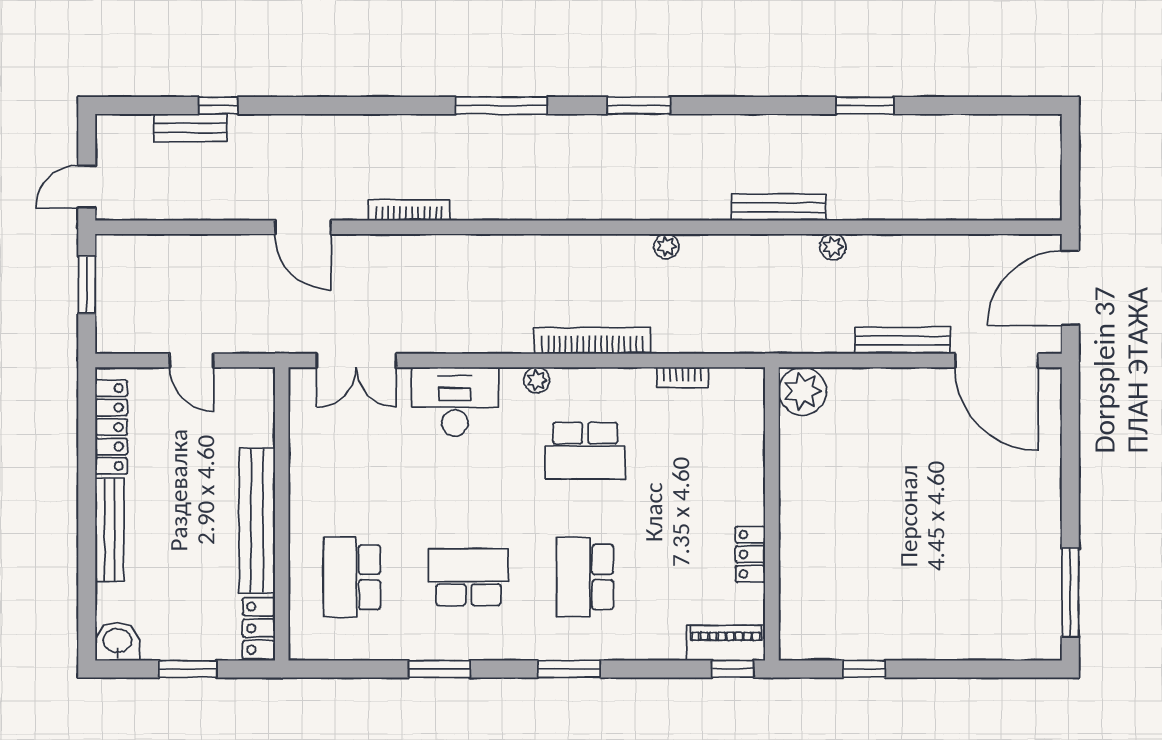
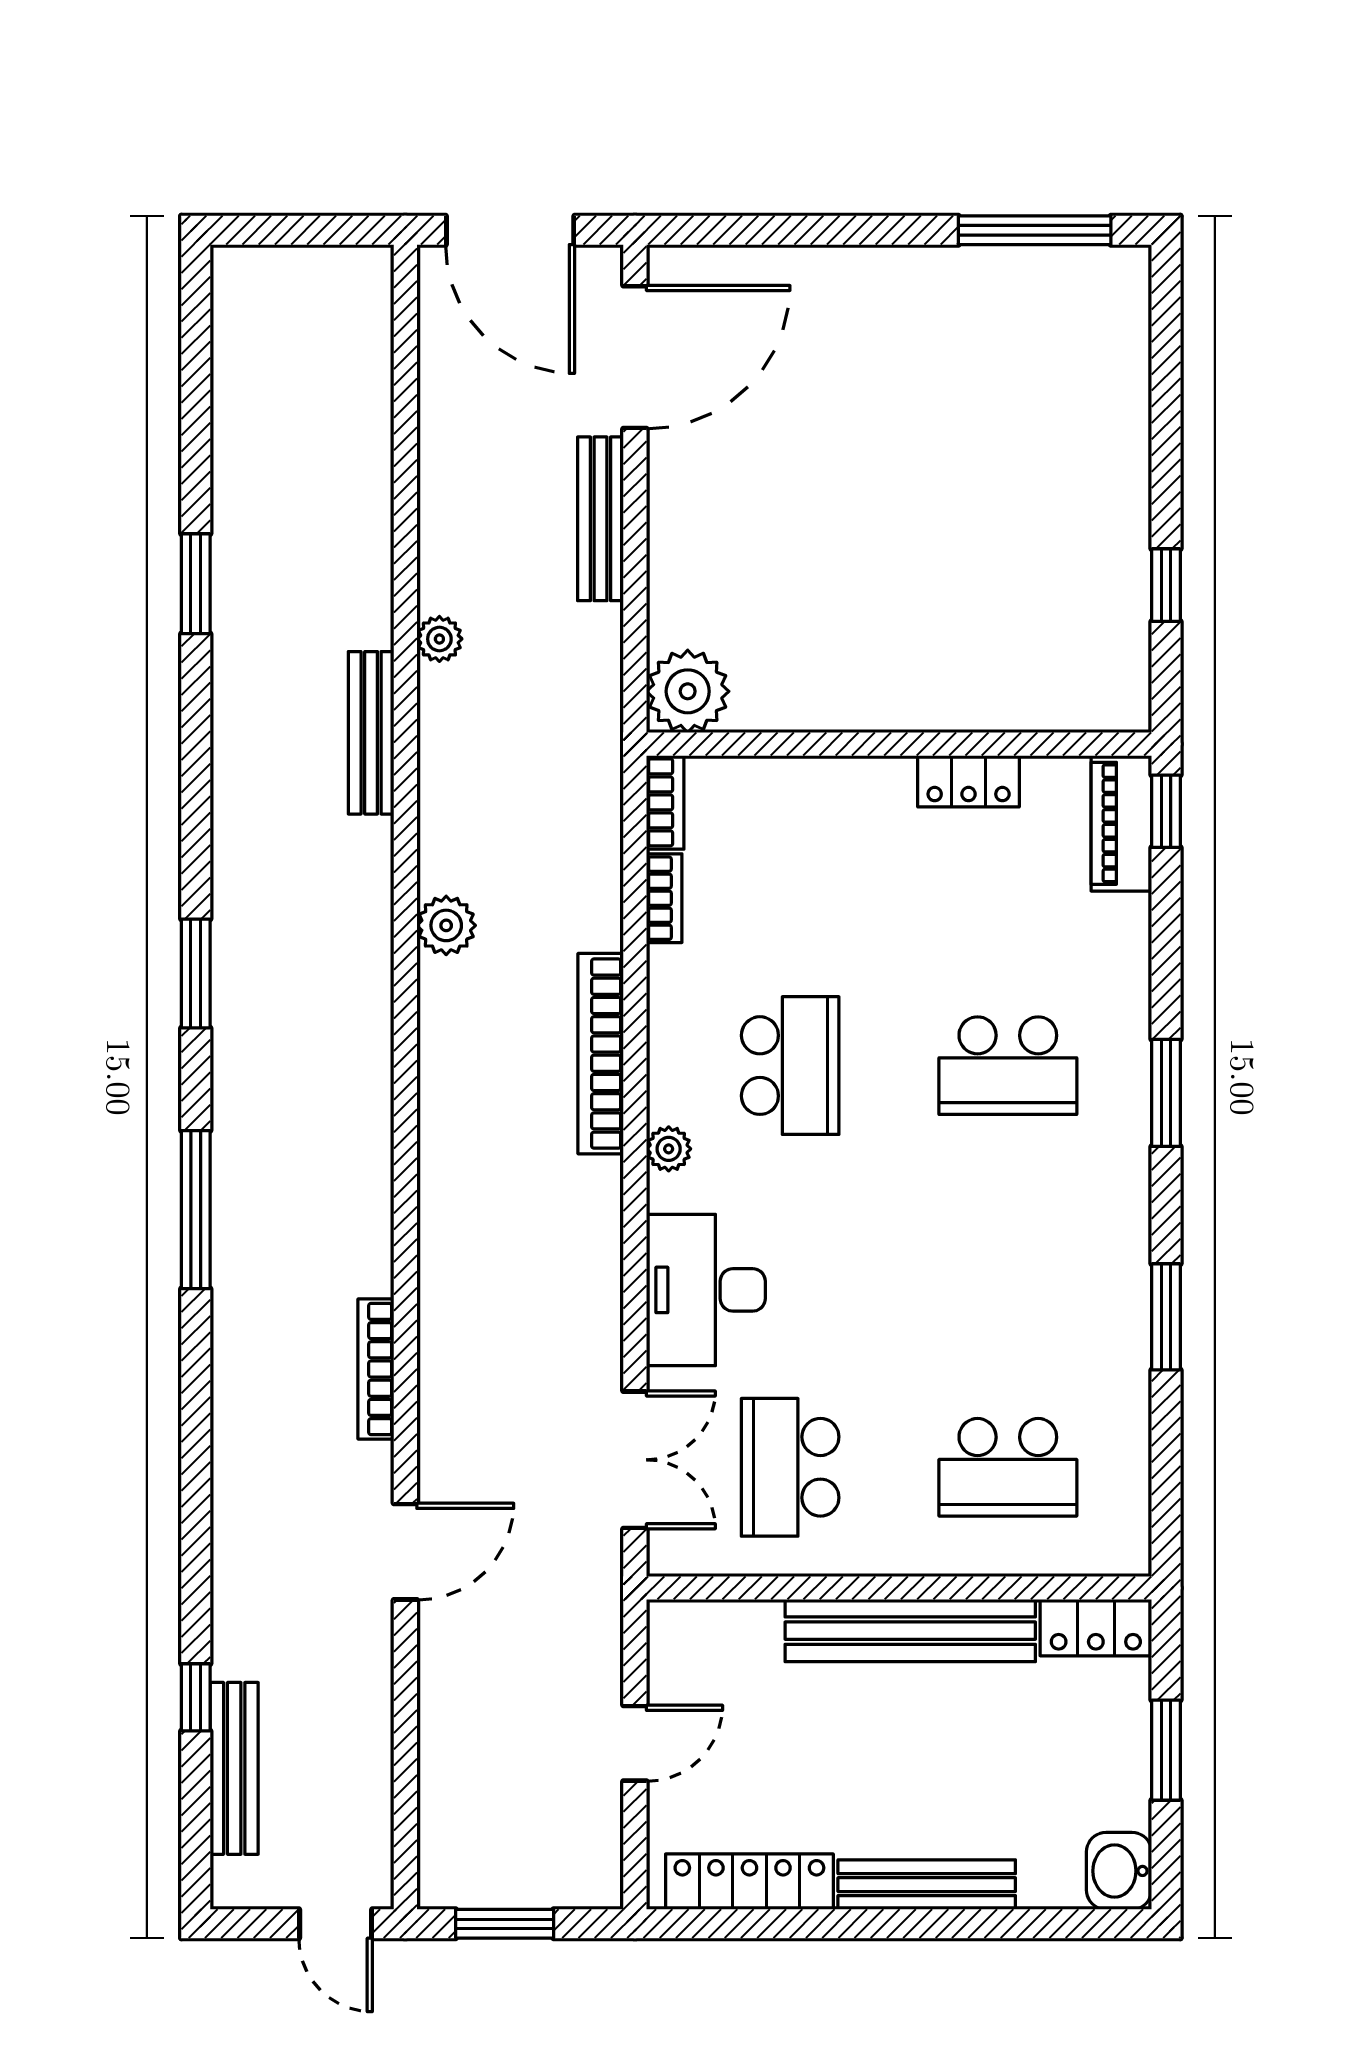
bench: (190, 128) -> (234, 1768), width x1.36
plant: (667, 246) -> (446, 925), width x1.38, depth x1.38
bookcase: (738, 378) -> (665, 802), added
school desk: (469, 577) -> (790, 1467), moved

